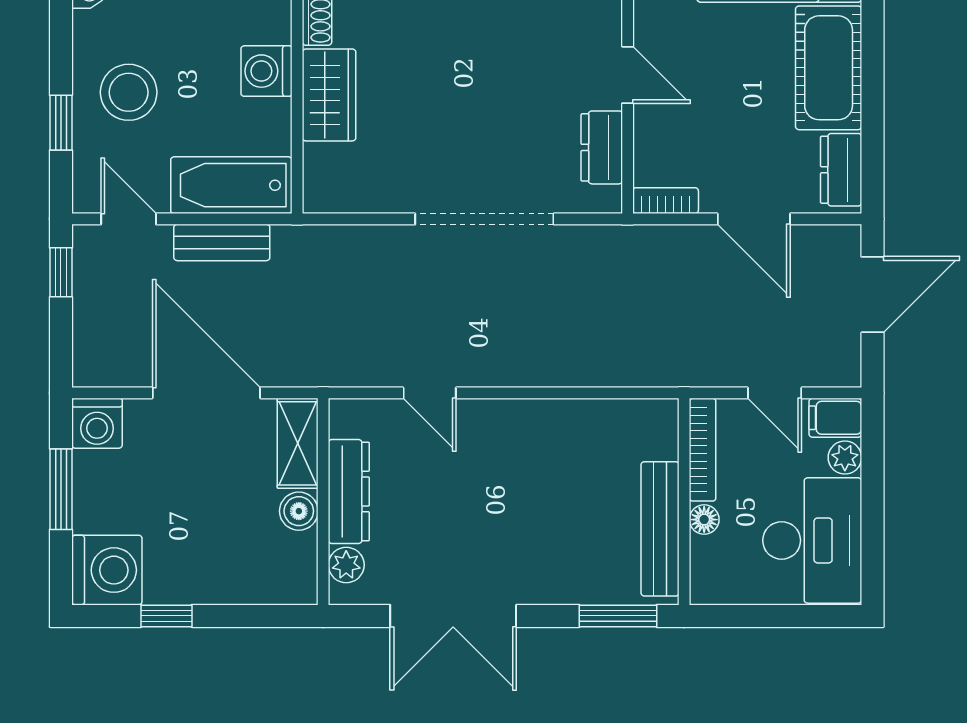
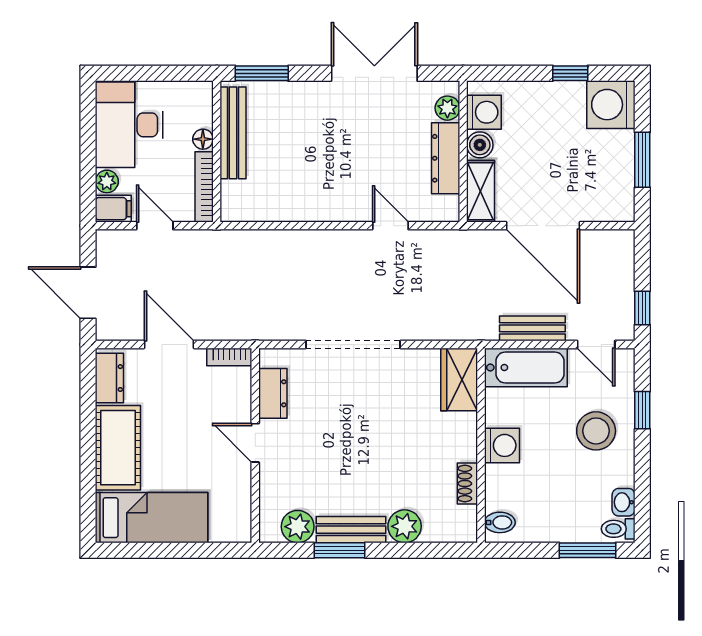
wardrobe: (329, 95) -> (459, 379), moved
door: (872, 295) -> (88, 293), hinge flipped
washing machine: (97, 423) -> (484, 112), moved, turned 90

